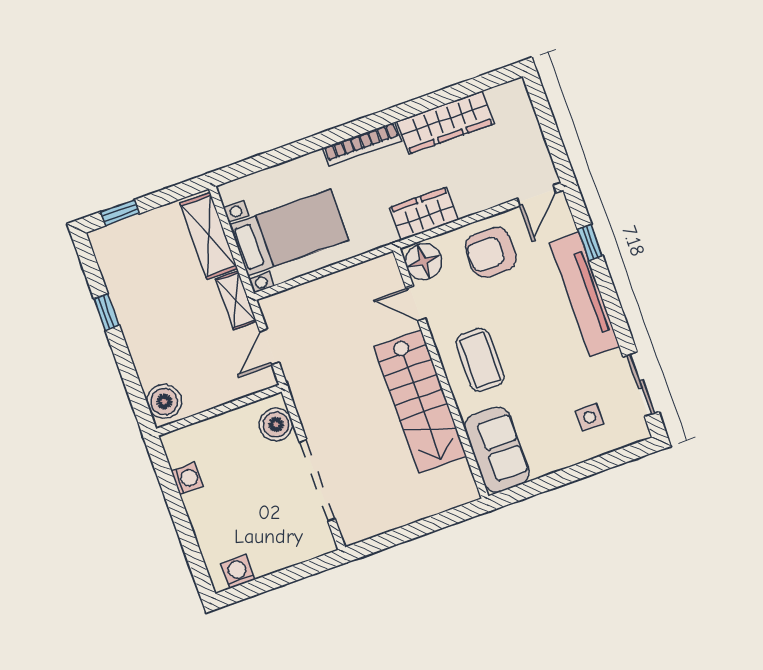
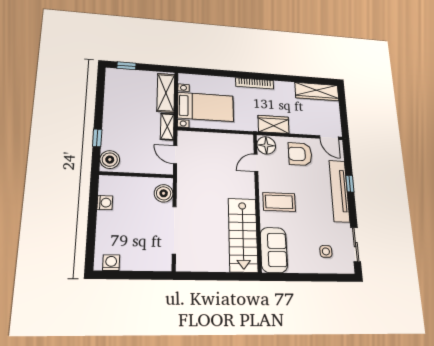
wardrobe: (446, 122) -> (317, 92), moved
door: (537, 196) -> (329, 138), hinge flipped
window: (590, 242) -> (350, 184), moved
door: (416, 303) -> (256, 163), hinge flipped
window: (107, 312) -> (97, 138), moved
door: (270, 347) -> (175, 155), hinge flipped
coffee table: (480, 360) -> (279, 202), turned 90
stairs: (420, 402) -> (243, 235), moved

